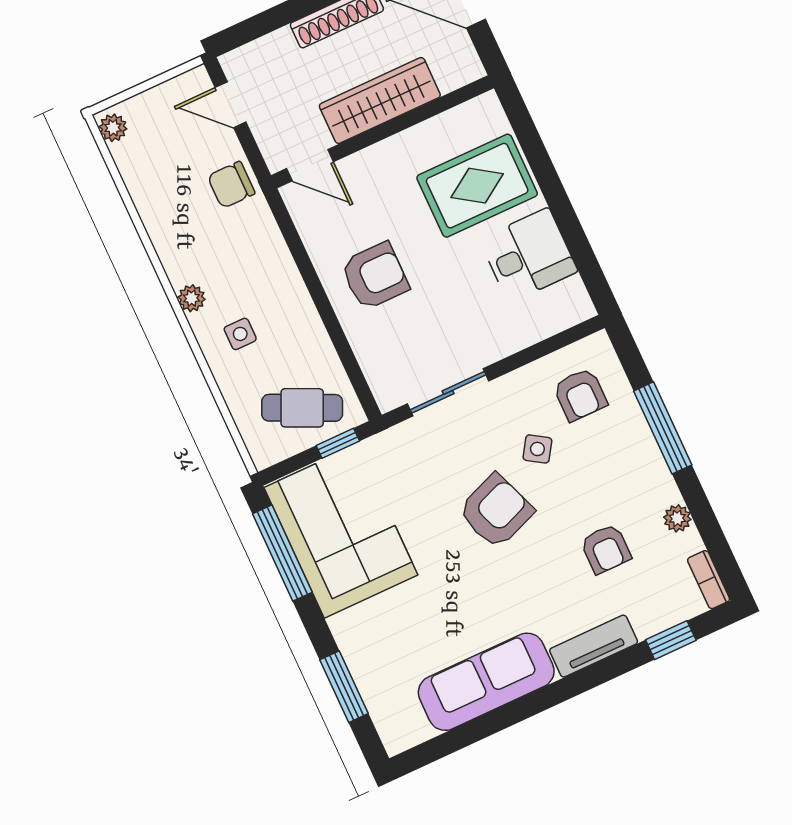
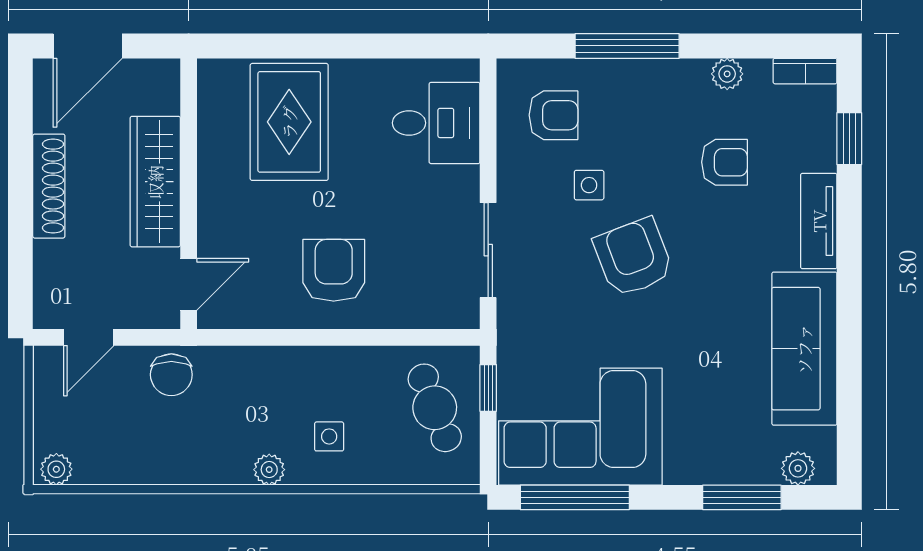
desk: (528, 255) -> (436, 123), moved, turned 90
cafe table: (302, 408) -> (435, 408), turned -46
side table: (537, 449) -> (589, 185), turned -33
plant: (388, 721) -> (798, 468), added

